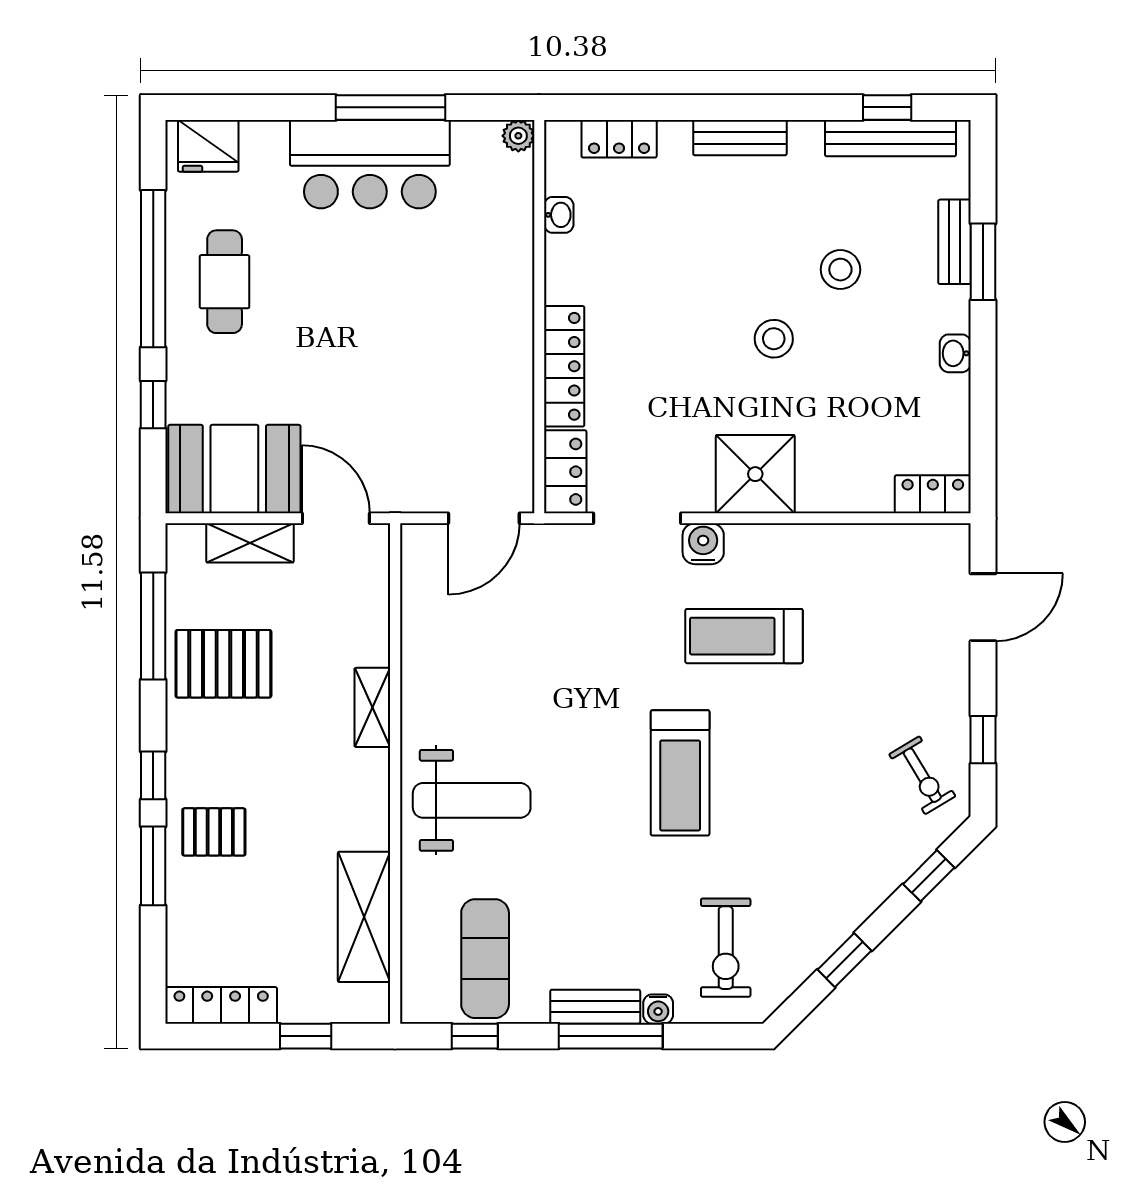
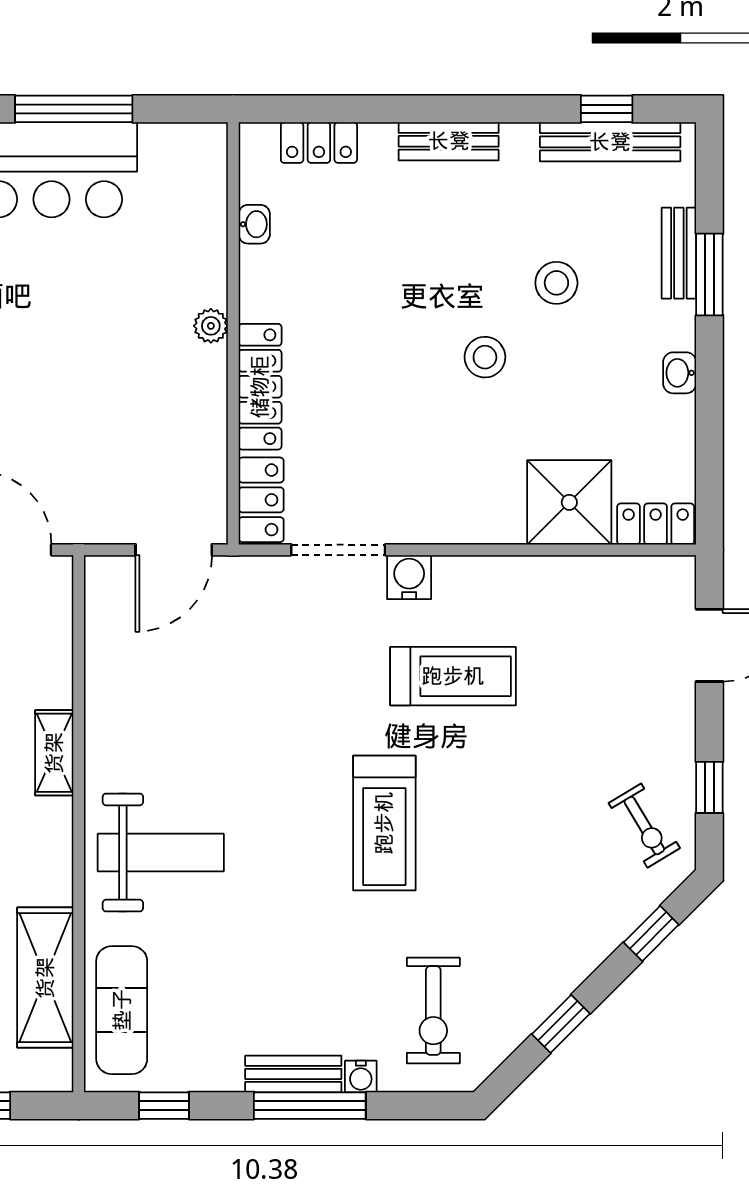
plant: (518, 136) -> (211, 326), moved
shower: (755, 474) -> (569, 502), moved
treadmill: (744, 636) -> (453, 676), turned 180
exercise mat: (485, 959) -> (122, 1010), moved

